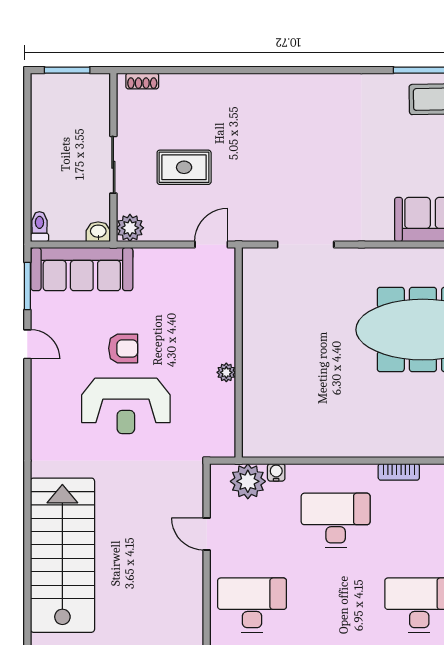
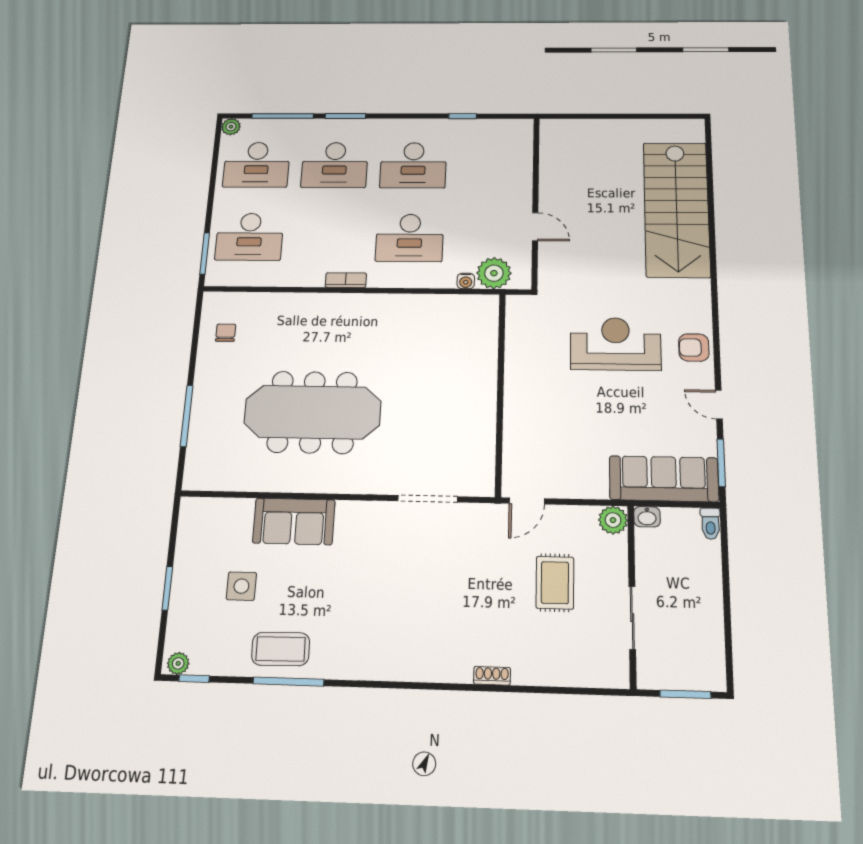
shoe rack: (142, 81) -> (492, 676), moved
sliding door: (113, 165) -> (632, 618), moved
rug: (184, 167) -> (555, 583), turned 90
armchair: (123, 348) -> (694, 348), moved
plant: (226, 372) -> (513, 374), removed
desk: (252, 605) -> (413, 165), moved

